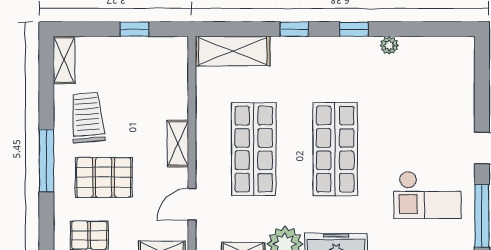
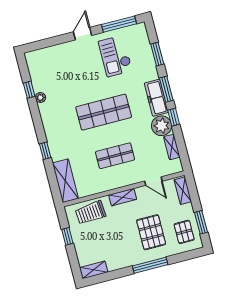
window: (354, 29) -> (29, 90), moved
trolley: (87, 118) -> (90, 213), moved
shop shelf: (254, 149) -> (115, 156), width x0.70, depth x0.74
checkout: (428, 195) -> (115, 56), turned 180

